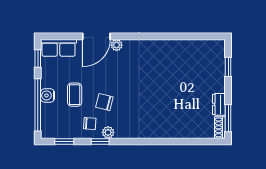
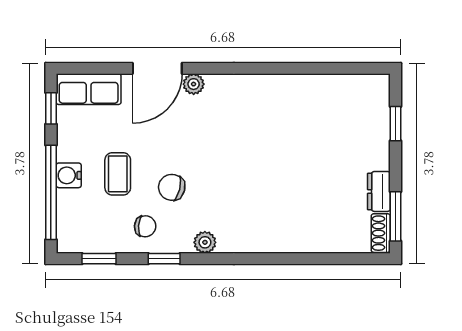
plant: (108, 132) -> (205, 242), moved

